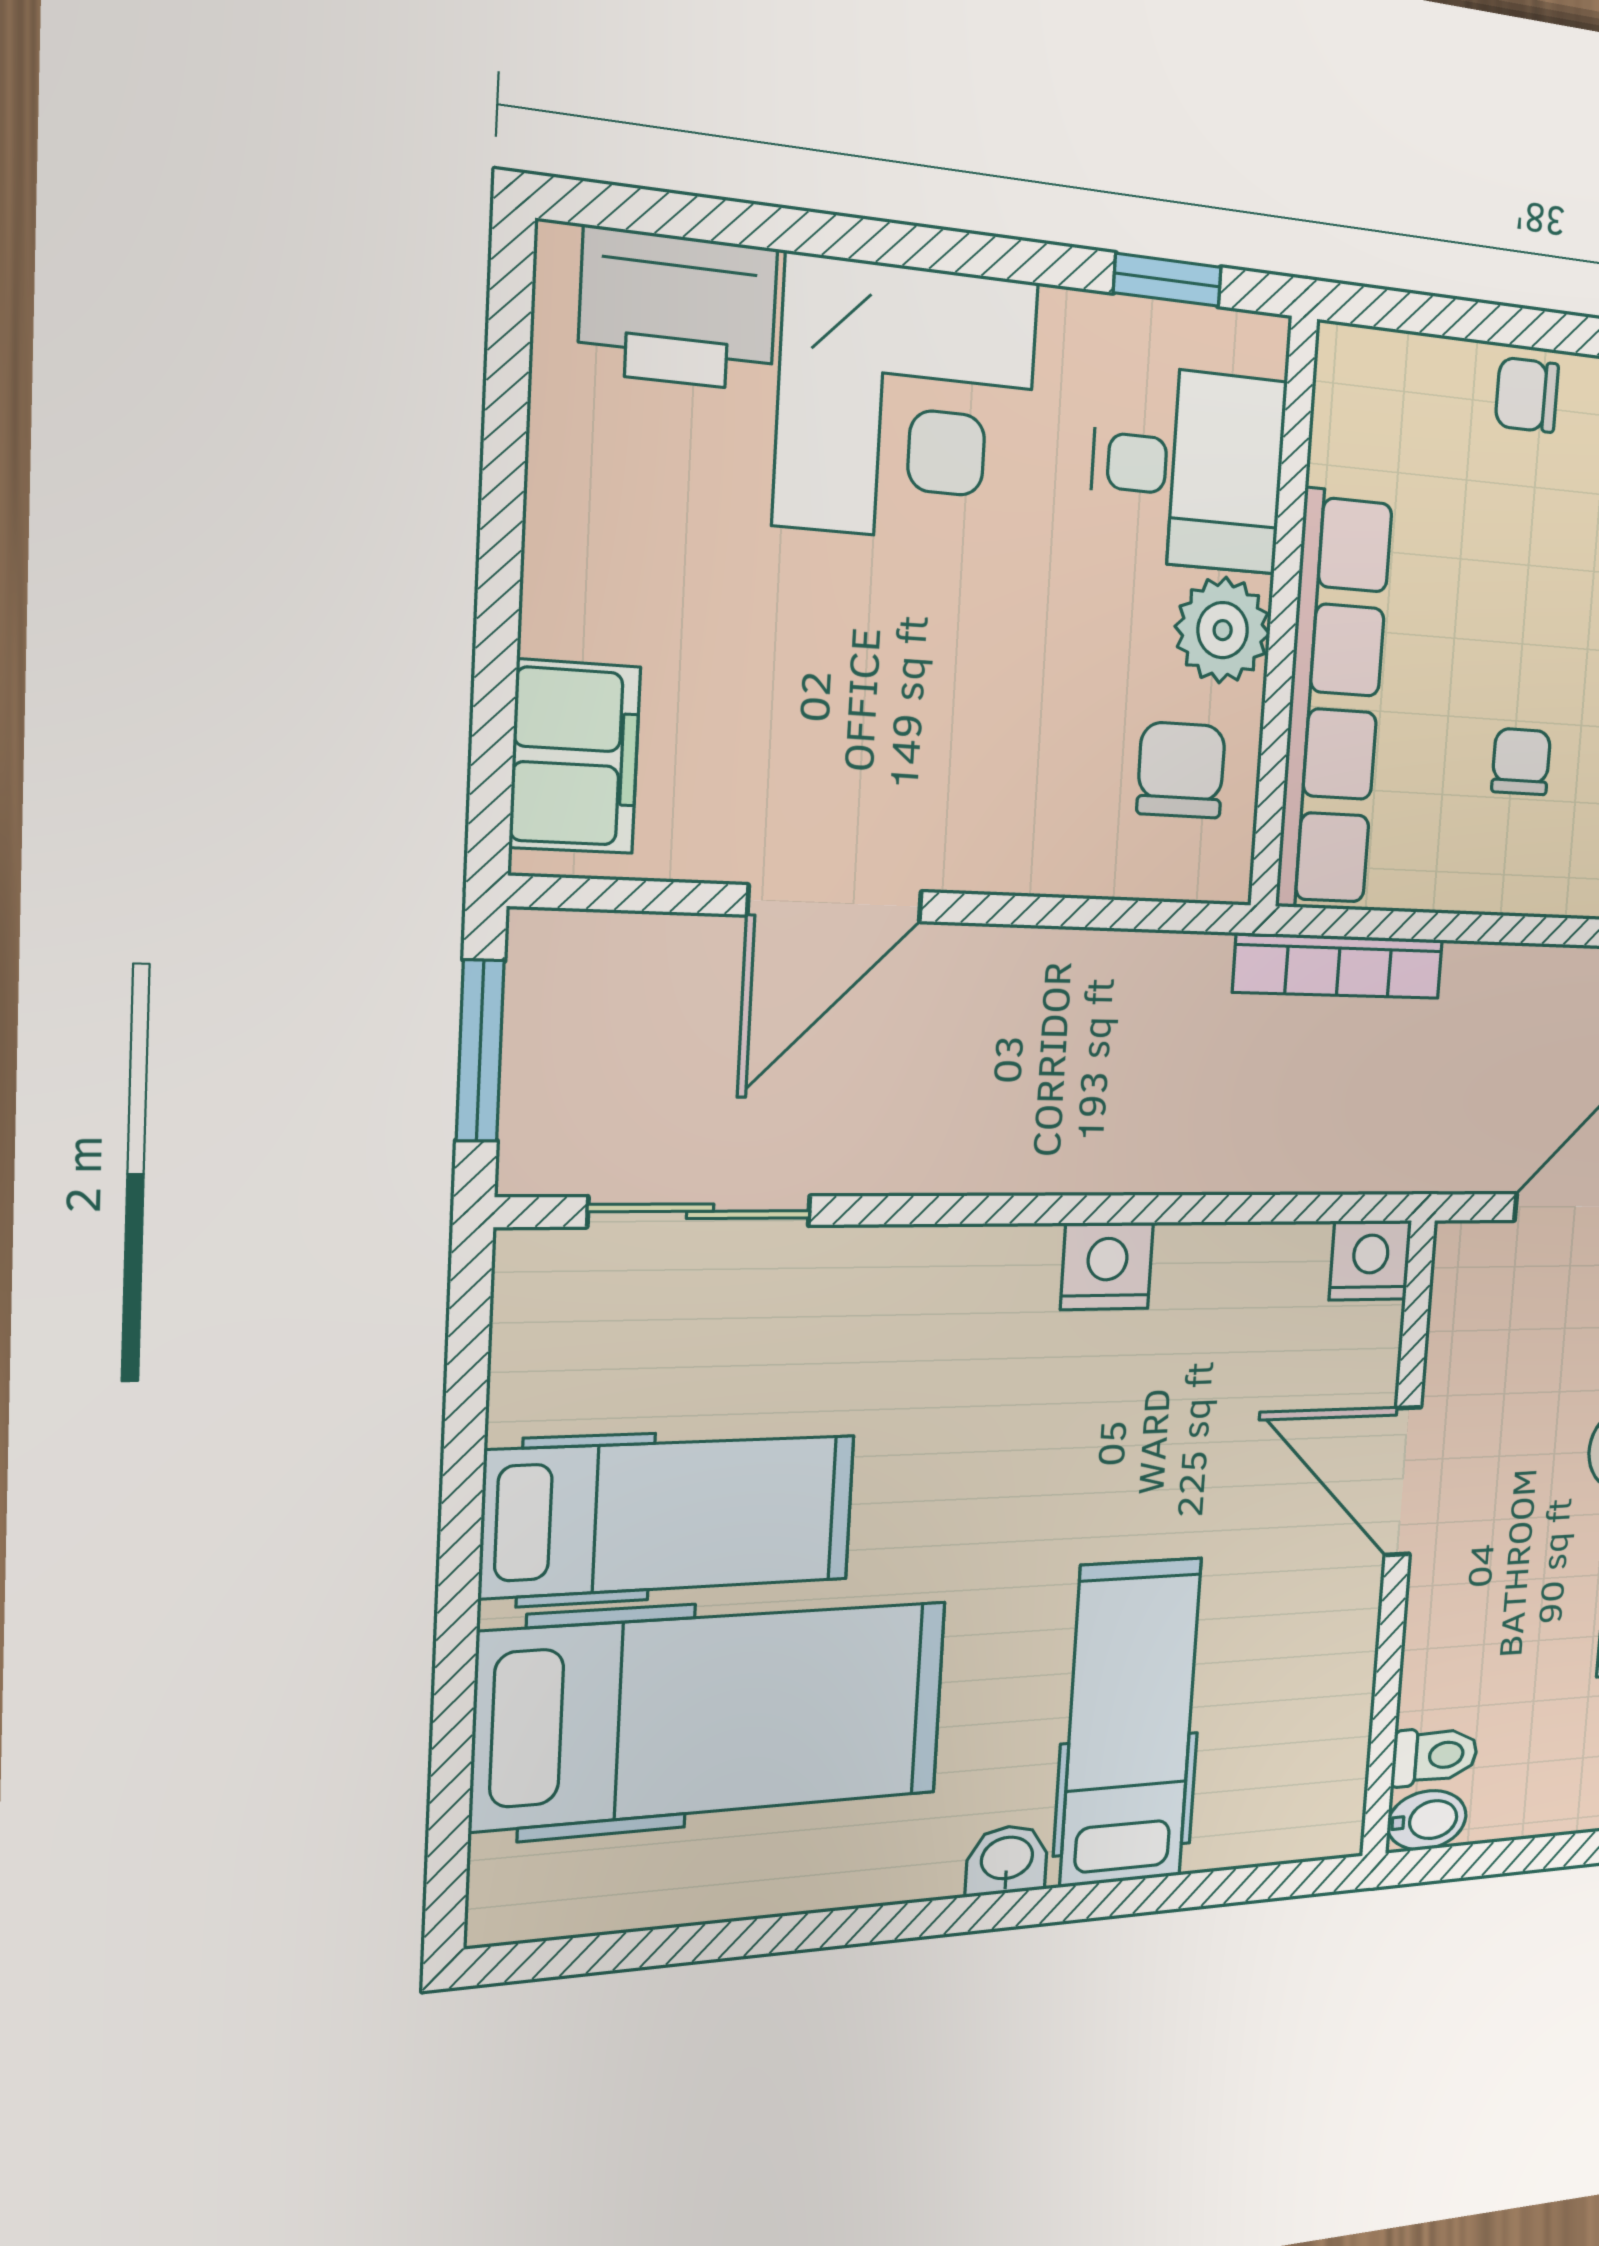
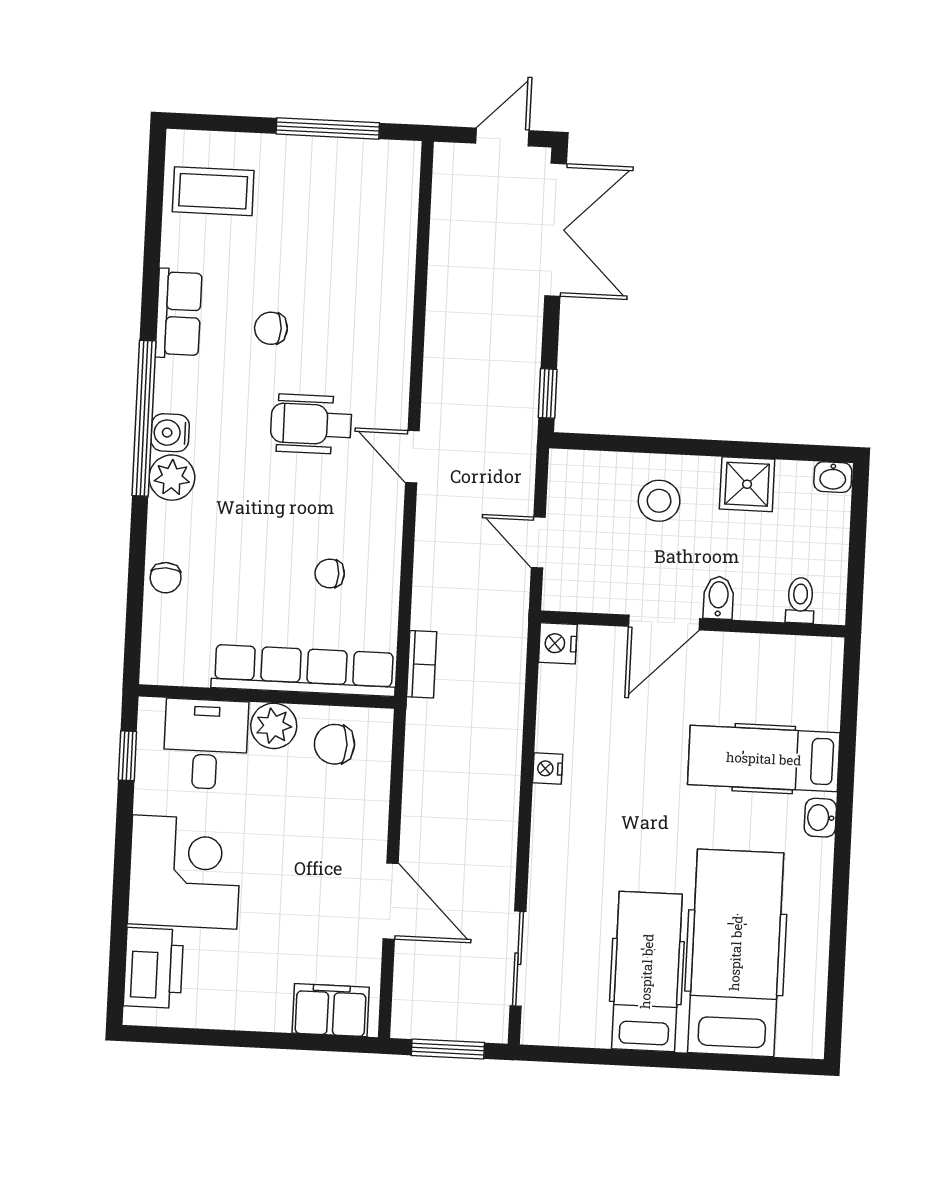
bookcase: (1339, 966) -> (422, 664), width x0.64
nightstand: (1107, 1266) -> (548, 768), width x0.72, depth x0.74
bidet: (1427, 1820) -> (718, 598), moved

